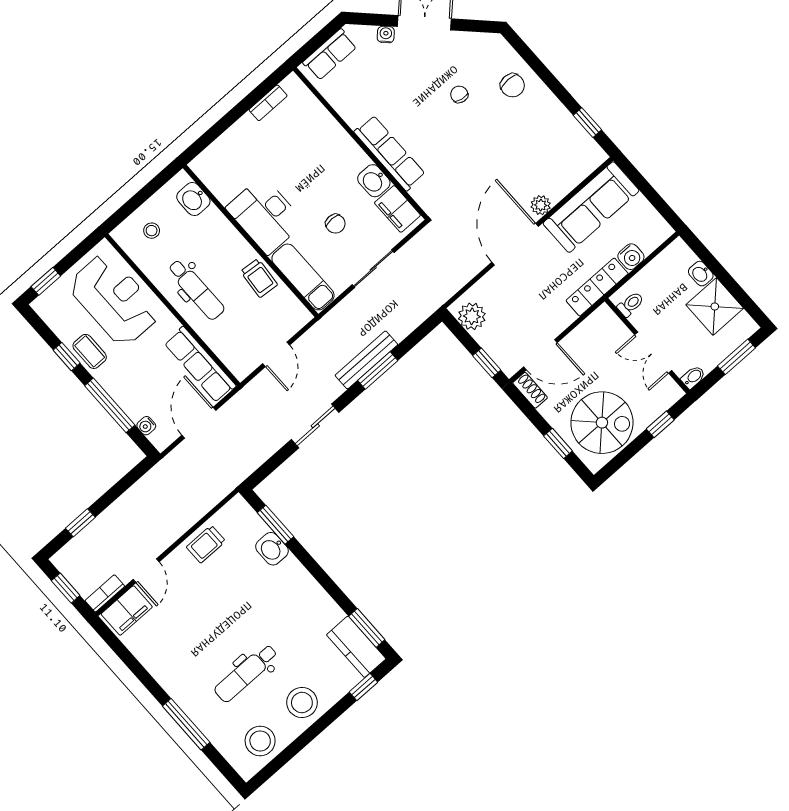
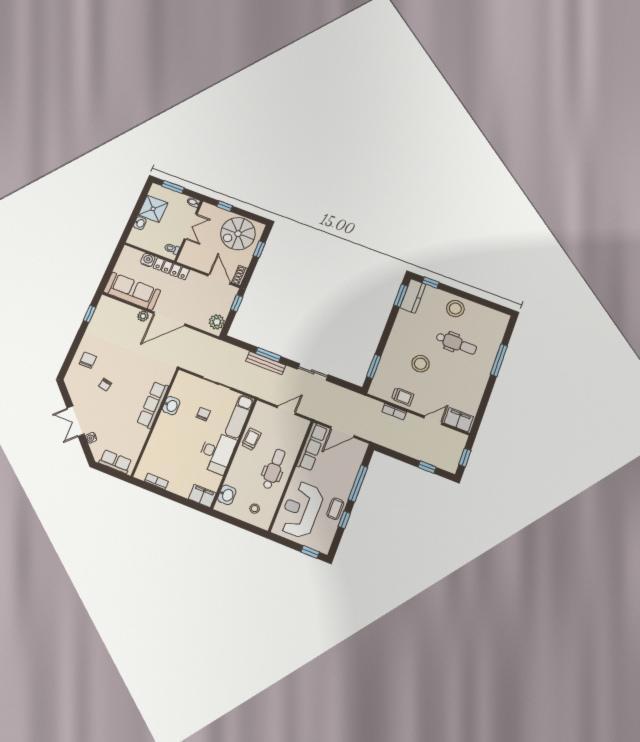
filing cabinet: (397, 209) -> (202, 496), moved, turned -90
spiral stairs: (602, 423) -> (238, 234), turned -90
water cooler: (146, 426) -> (358, 459), removed
washbasin: (272, 549) -> (387, 362), removed
bookcase: (105, 593) -> (394, 412), moved
stool: (260, 741) -> (421, 364), moved

